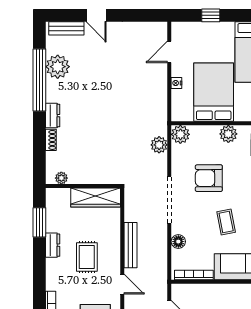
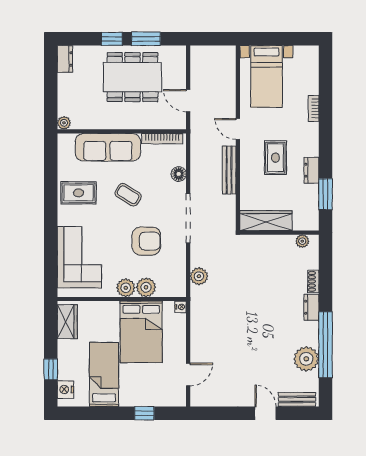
nightstand: (176, 83) -> (181, 307), moved
plant: (180, 134) -> (146, 287), moved
coffee table: (226, 222) -> (128, 195), turned -47

